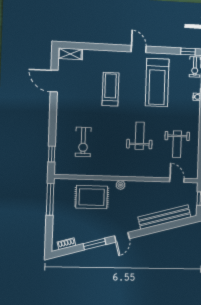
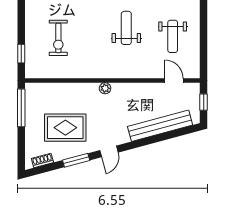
rug: (92, 197) -> (65, 128), moved

